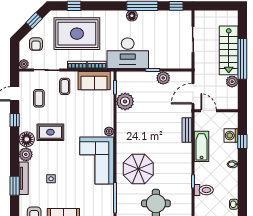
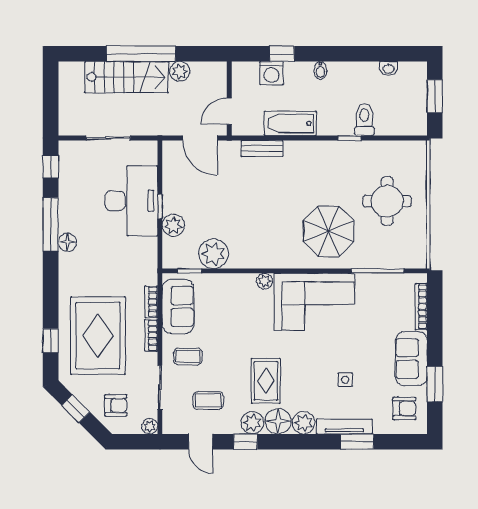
desk: (128, 53) -> (131, 201), moved
plant: (163, 78) -> (173, 225), moved
plant: (26, 124) -> (252, 423), added

